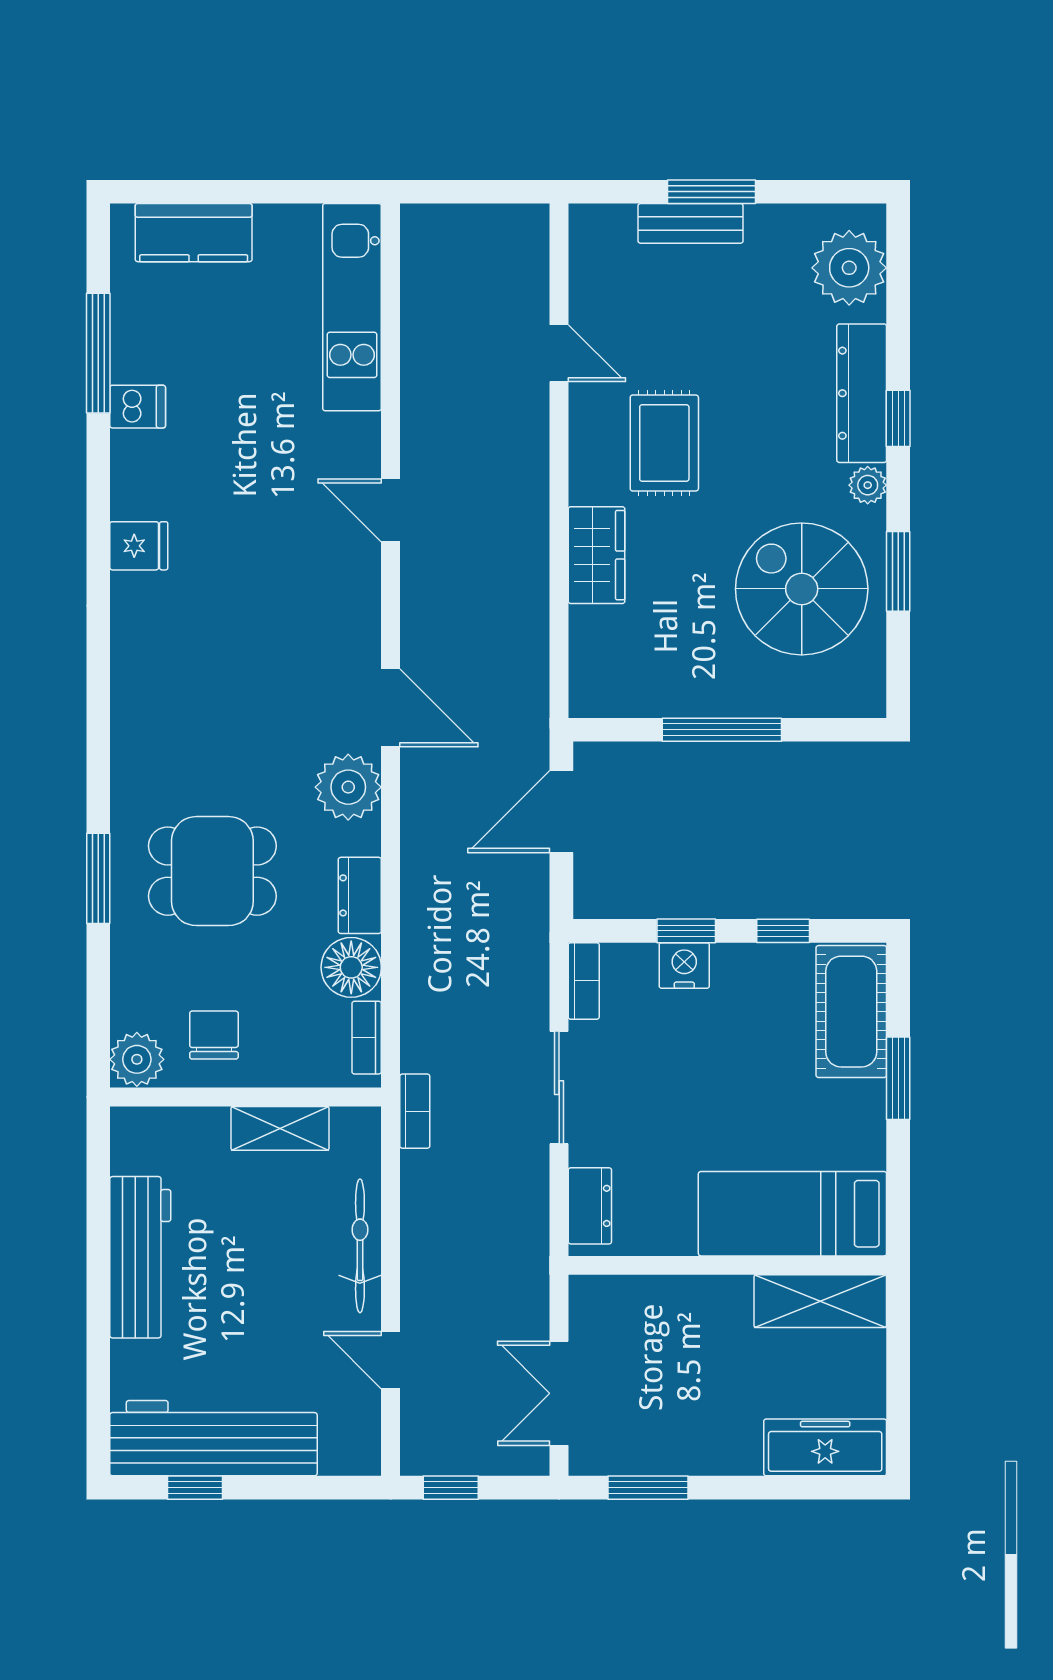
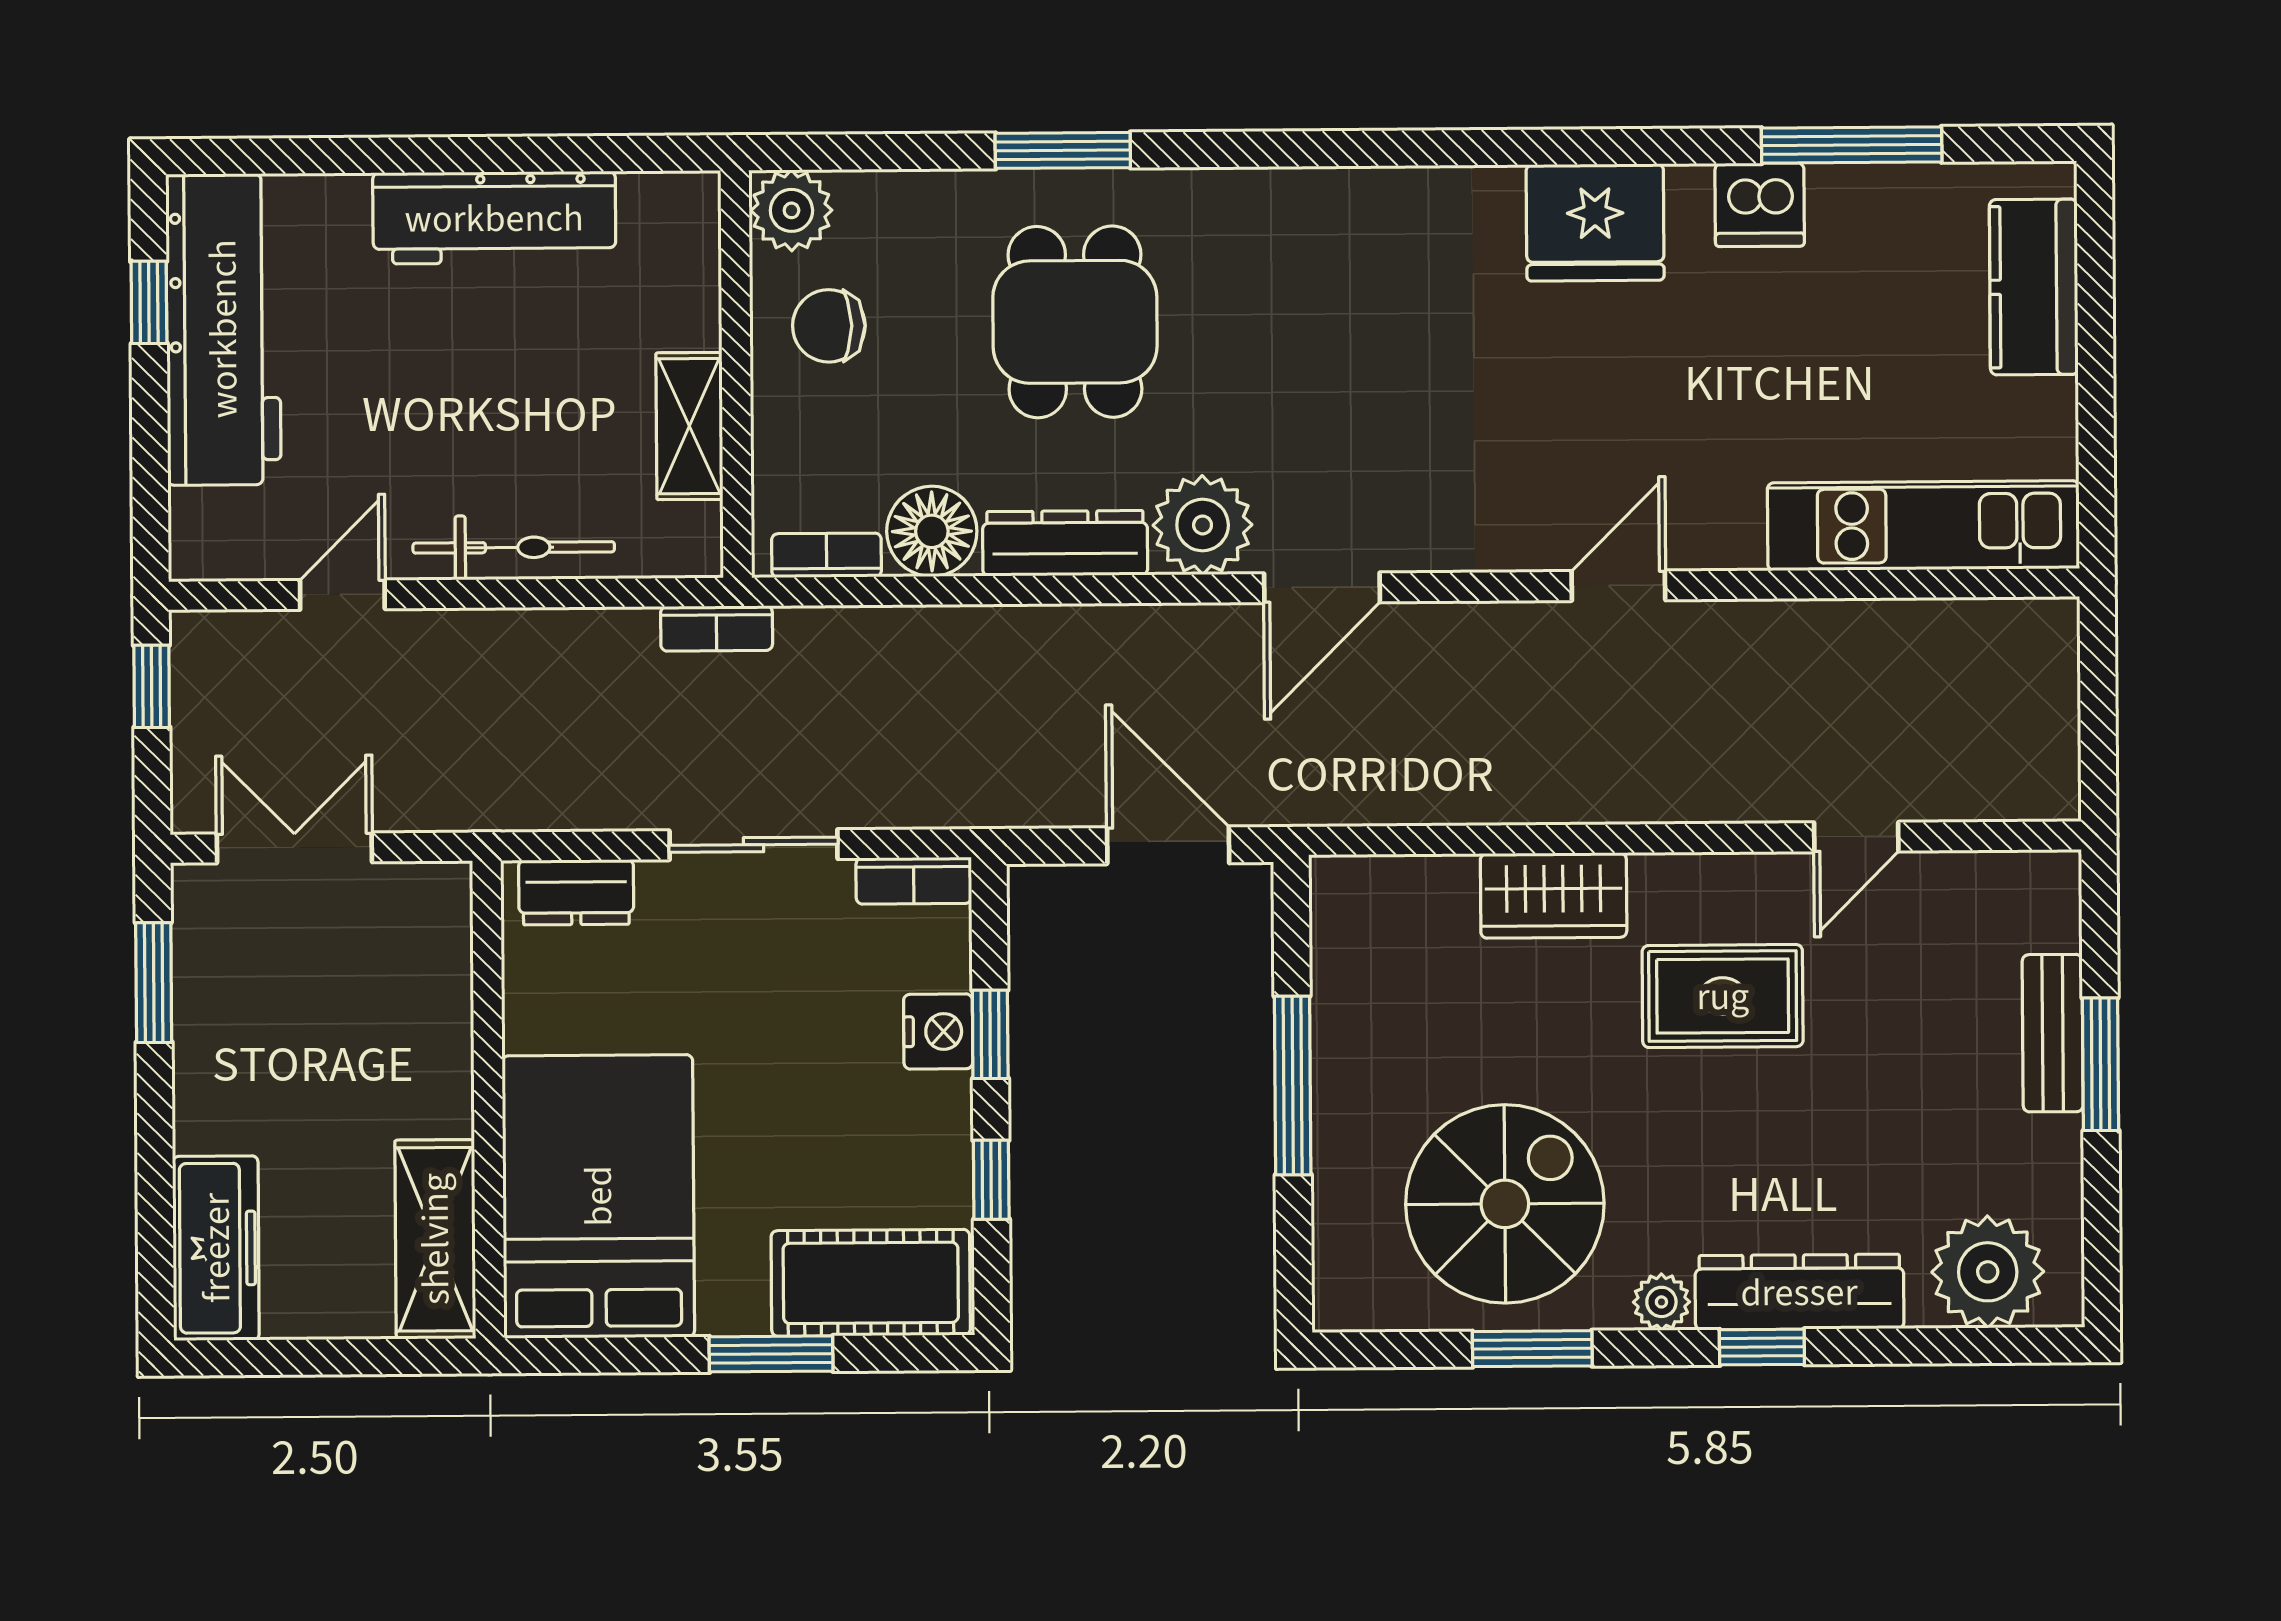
dishwasher: (138, 407) -> (1760, 205), width x1.38
fridge: (139, 546) -> (1595, 222), width x1.88, depth x1.34
dresser: (360, 895) -> (1065, 543), width x1.44
chair: (214, 1035) -> (829, 326), turned 180
bed: (792, 1214) -> (598, 1196), width x1.50

